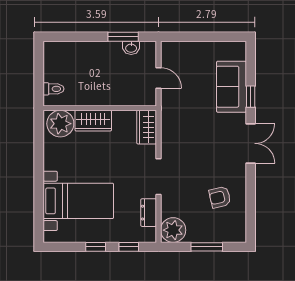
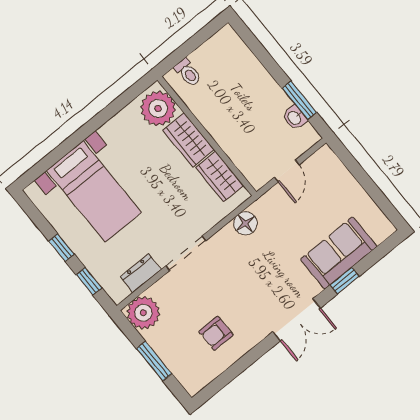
wardrobe: (147, 127) -> (220, 176), moved, turned -90
floor lamp: (169, 127) -> (245, 223), added
armchair: (220, 197) -> (216, 333), turned -77

